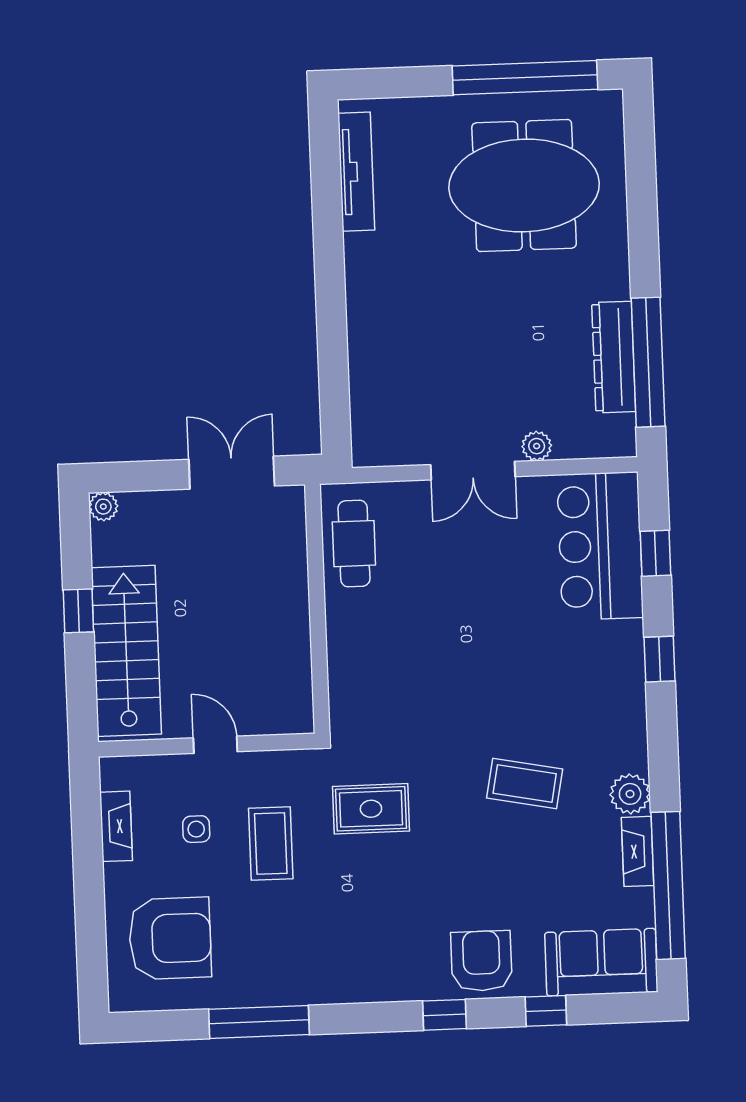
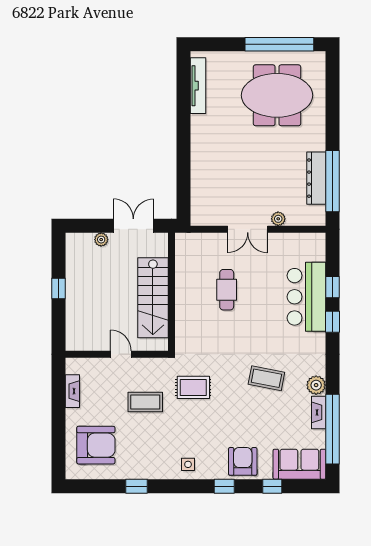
plant: (103, 507) -> (101, 240), moved
cafe table: (354, 544) -> (227, 290), moved
bar counter: (600, 546) -> (306, 297), moved
window: (655, 553) -> (333, 287), moved
stairs: (126, 651) -> (153, 298), moved, turned 180
side table: (196, 829) -> (188, 464), moved
coffee table: (271, 844) -> (145, 402), turned 90
window: (259, 1022) -> (136, 486), width x0.46

